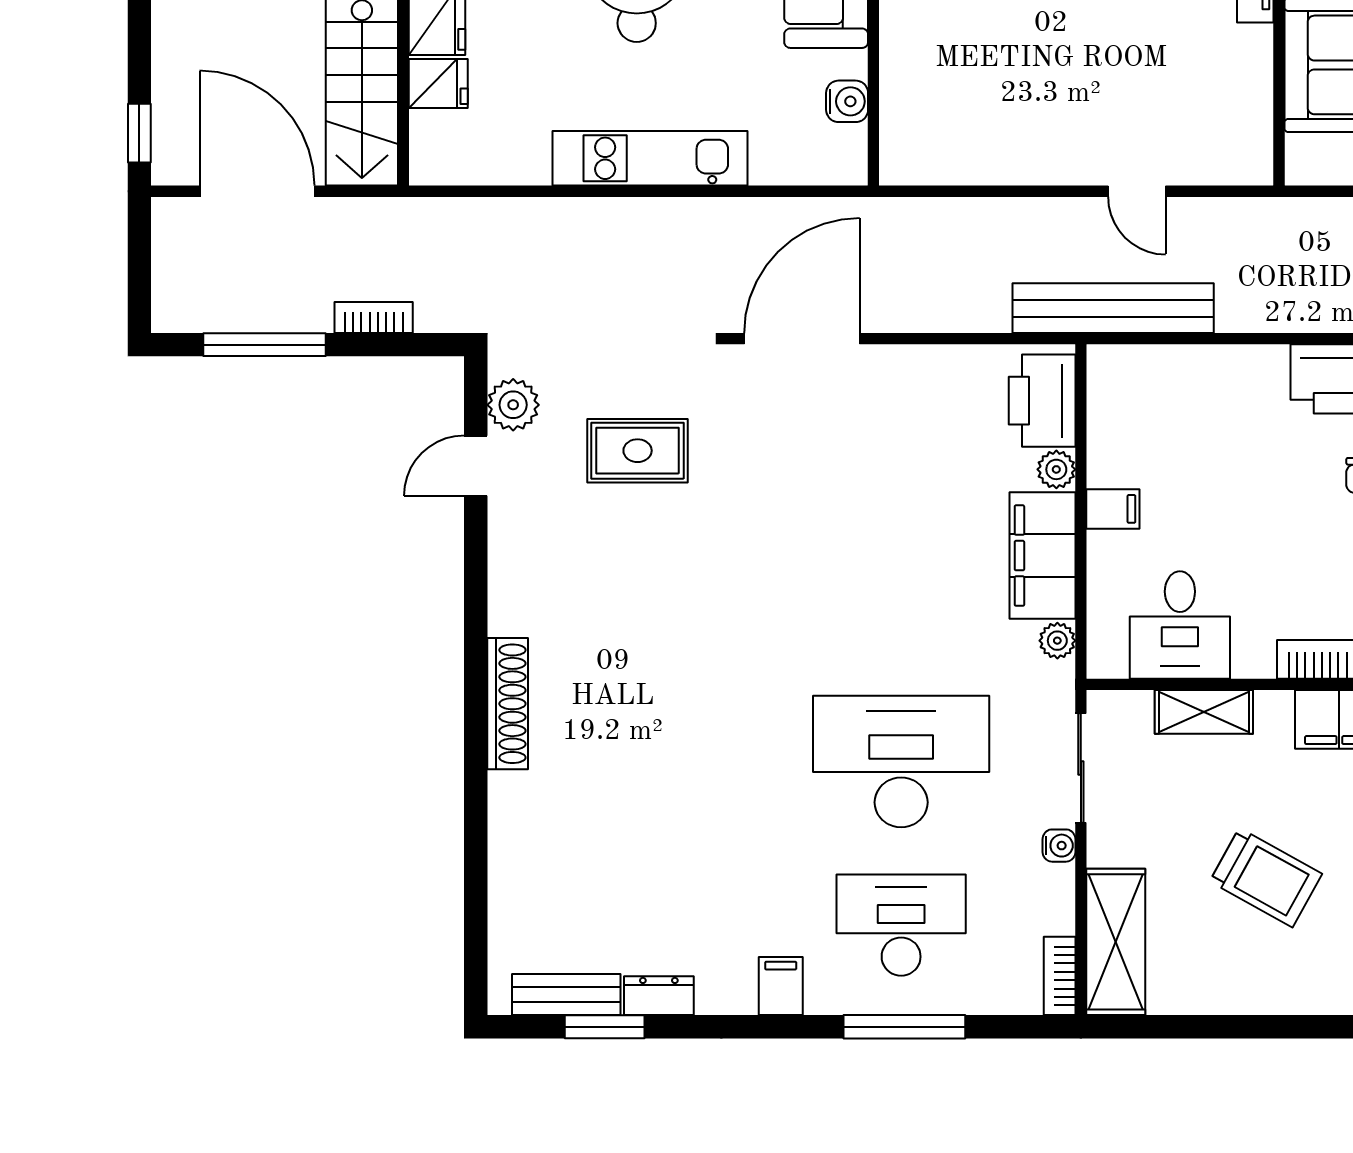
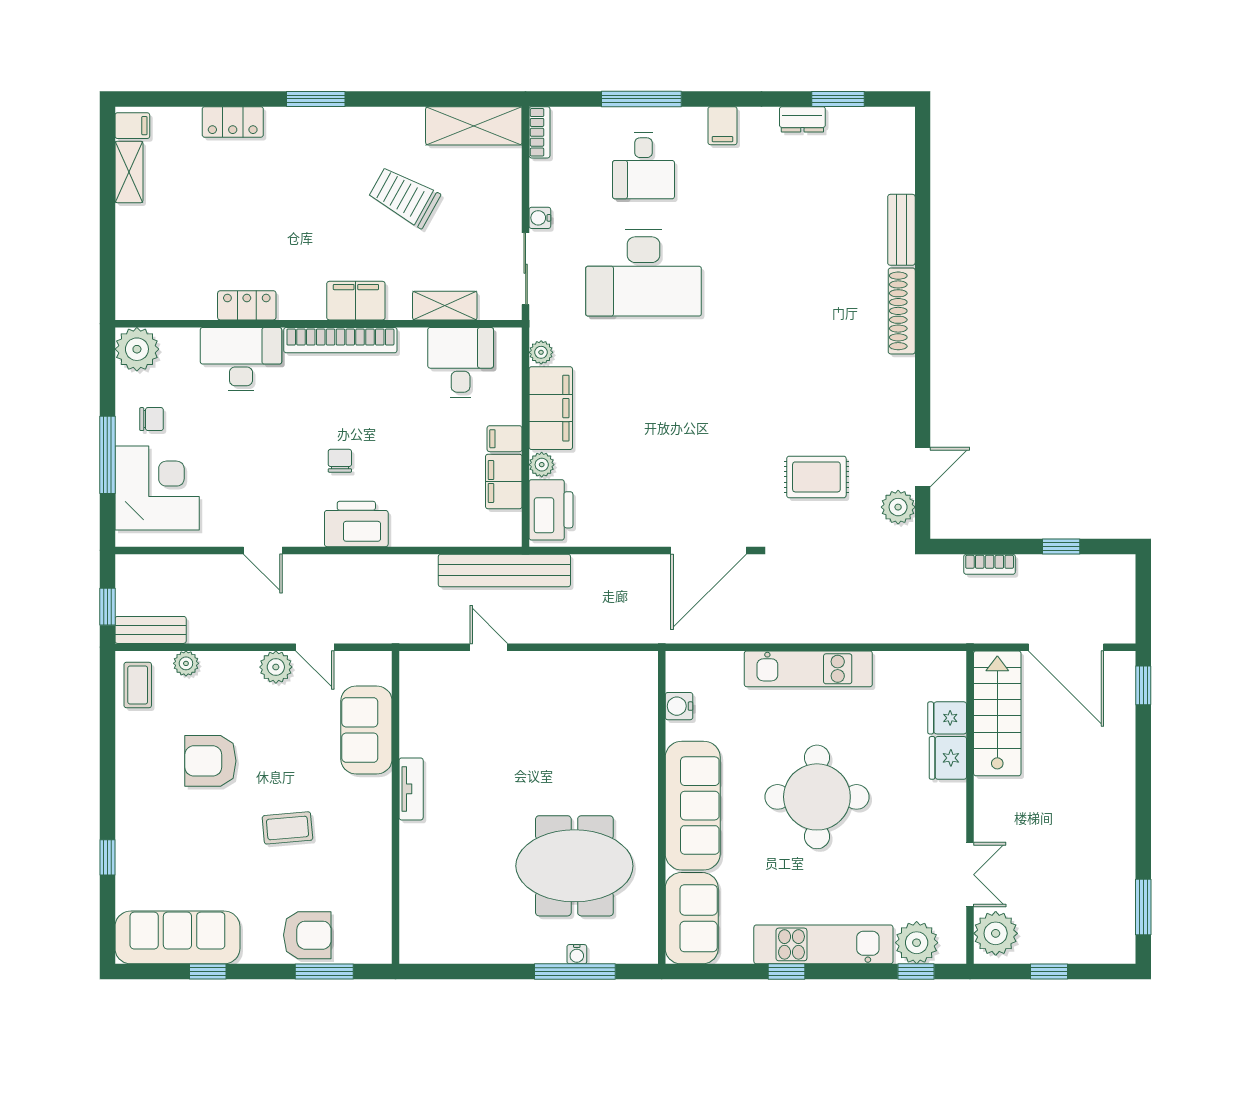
window: (265, 345) -> (1061, 546), width x0.46
filing cabinet: (1114, 444) -> (504, 482), added
desk: (901, 925) -> (643, 166), width x0.73
shelving: (1116, 942) -> (474, 126), moved, turned 90
bench: (566, 995) -> (901, 230), moved, turned 90

